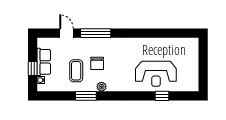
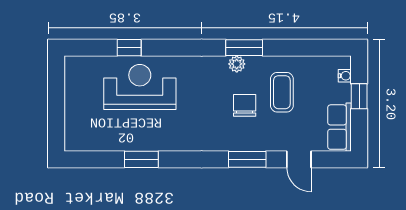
window: (96, 33) -> (247, 159), width x0.69
window: (155, 33) -> (141, 159), added
row of seats: (44, 62) -> (340, 127), moved
window: (86, 96) -> (244, 48), moved

